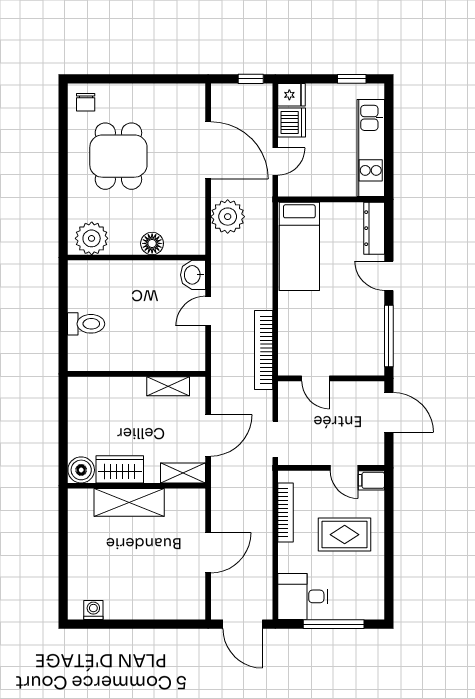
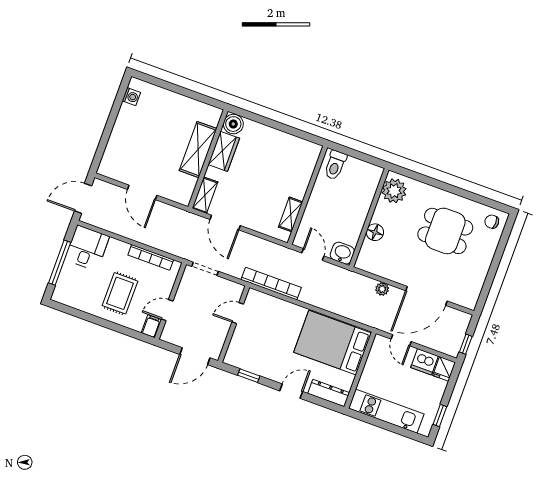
plant: (228, 217) -> (382, 289), width x0.53, depth x0.53
bed: (299, 246) -> (333, 343), width x1.50
window: (389, 336) -> (249, 376), width x0.46
wall: (137, 374) -> (307, 195), moved
shelving: (168, 386) -> (291, 214), moved

